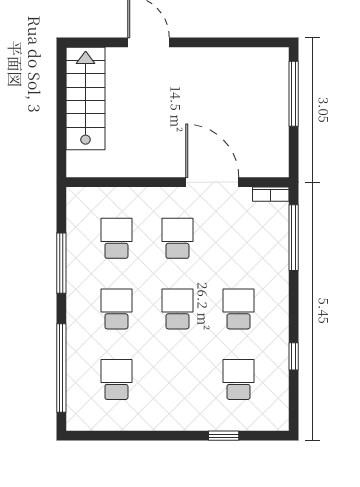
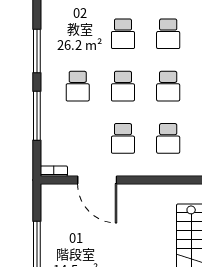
window: (294, 238) -> (37, 116), moved
window: (294, 356) -> (37, 51), width x2.17
school desk: (238, 379) -> (123, 34), moved

